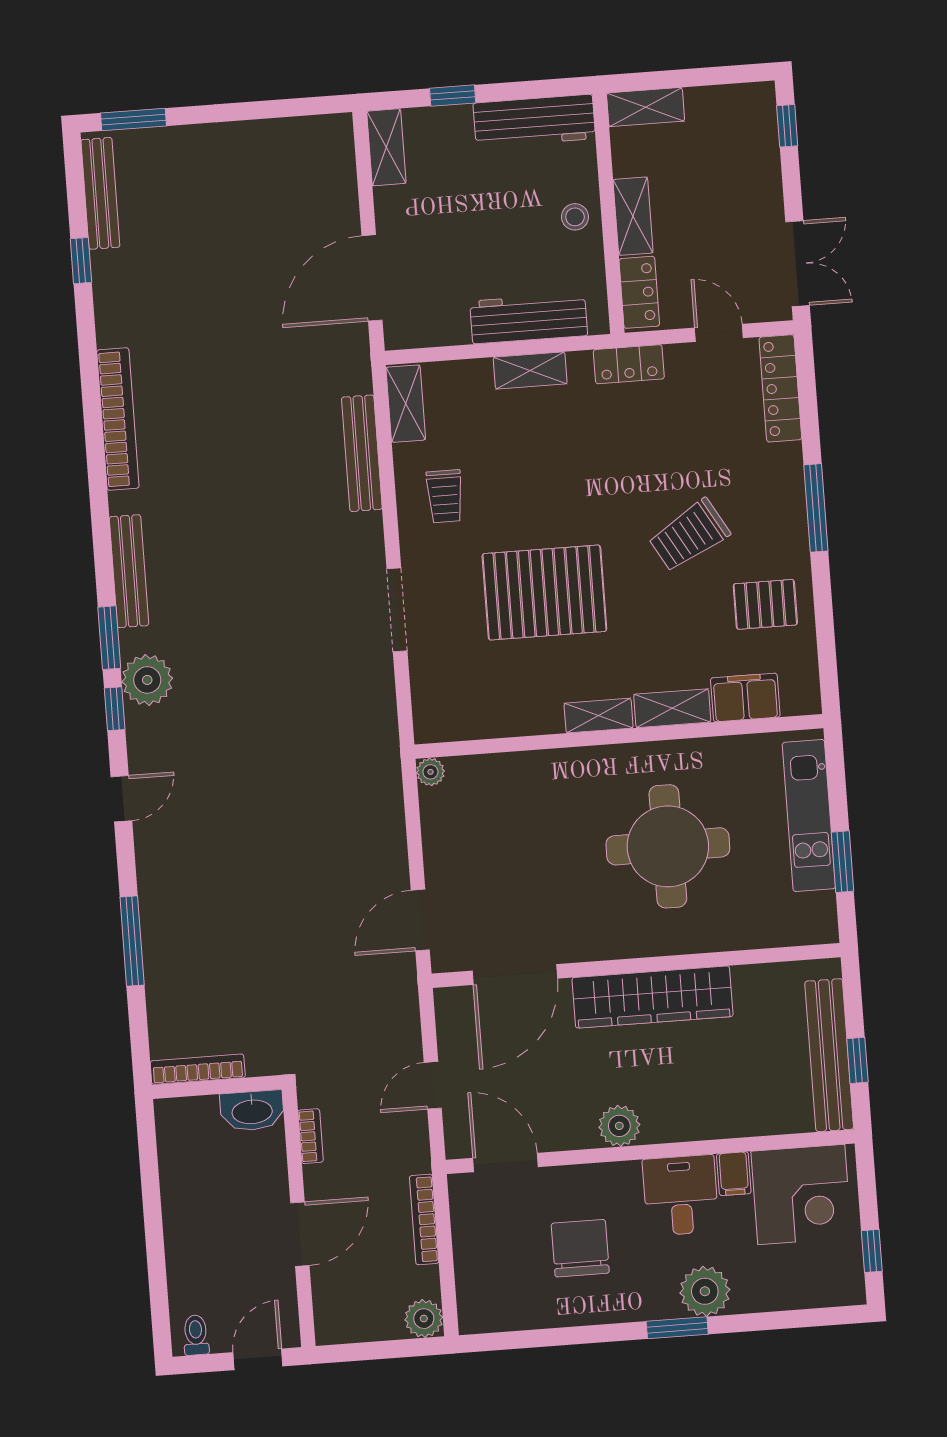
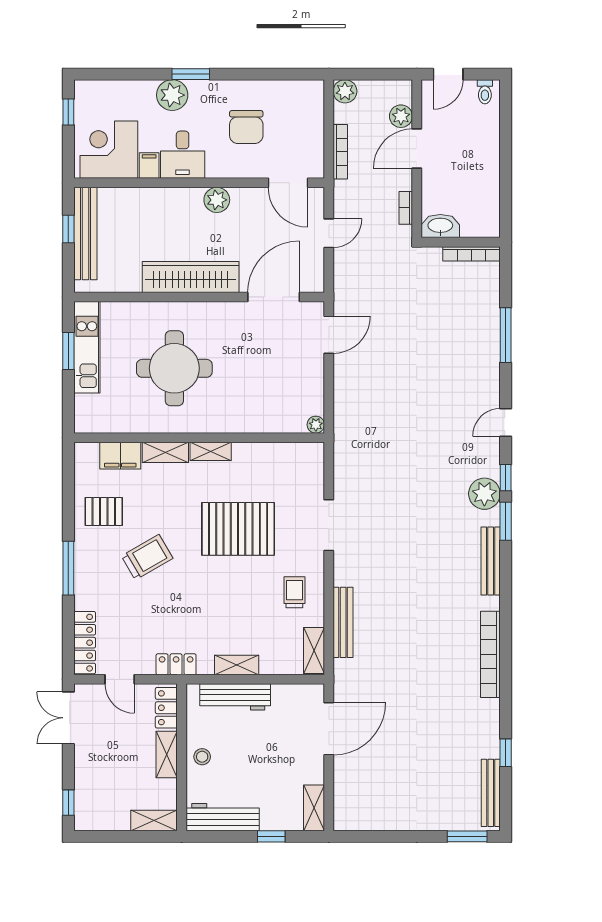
kitchen unit: (809, 816) -> (87, 347), moved
plant: (330, 1285) -> (401, 116), added

